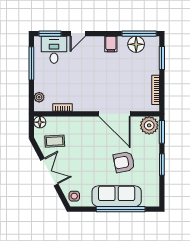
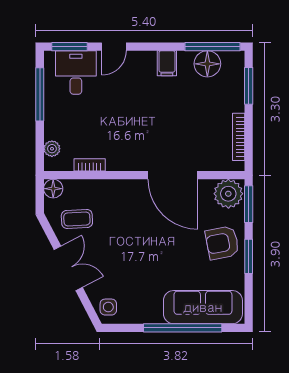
armchair: (124, 162) -> (222, 243), moved
sofa: (117, 196) -> (203, 307), moved

